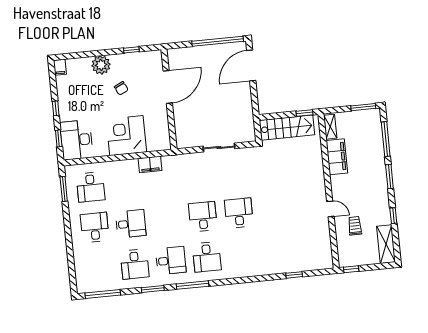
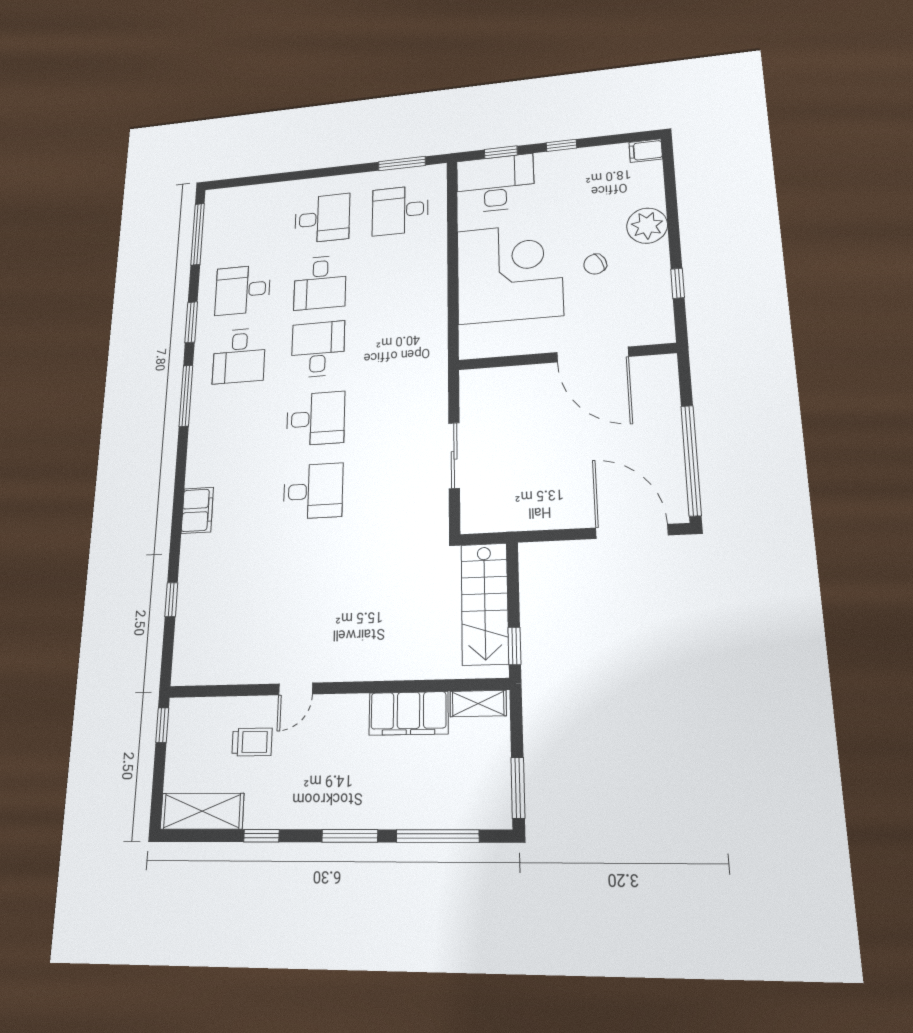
corner desk: (126, 136) -> (510, 273), width x1.36, depth x1.36
filing cabinet: (150, 164) -> (197, 510), moved, turned 180
desk: (207, 257) -> (318, 349), moved, turned 90

